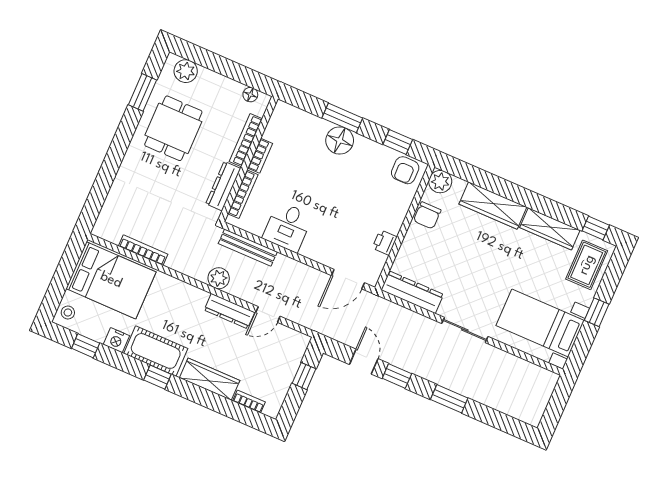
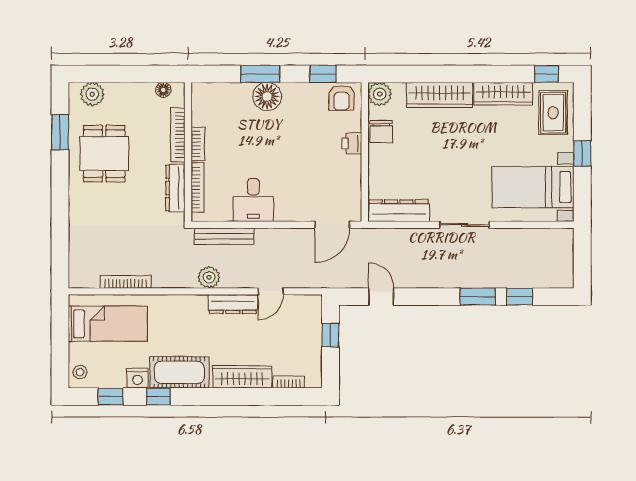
printer: (385, 242) -> (352, 143), moved
bed: (111, 280) -> (108, 324), width x0.67
window: (397, 376) -> (520, 297), moved
window: (157, 377) -> (158, 396), moved

